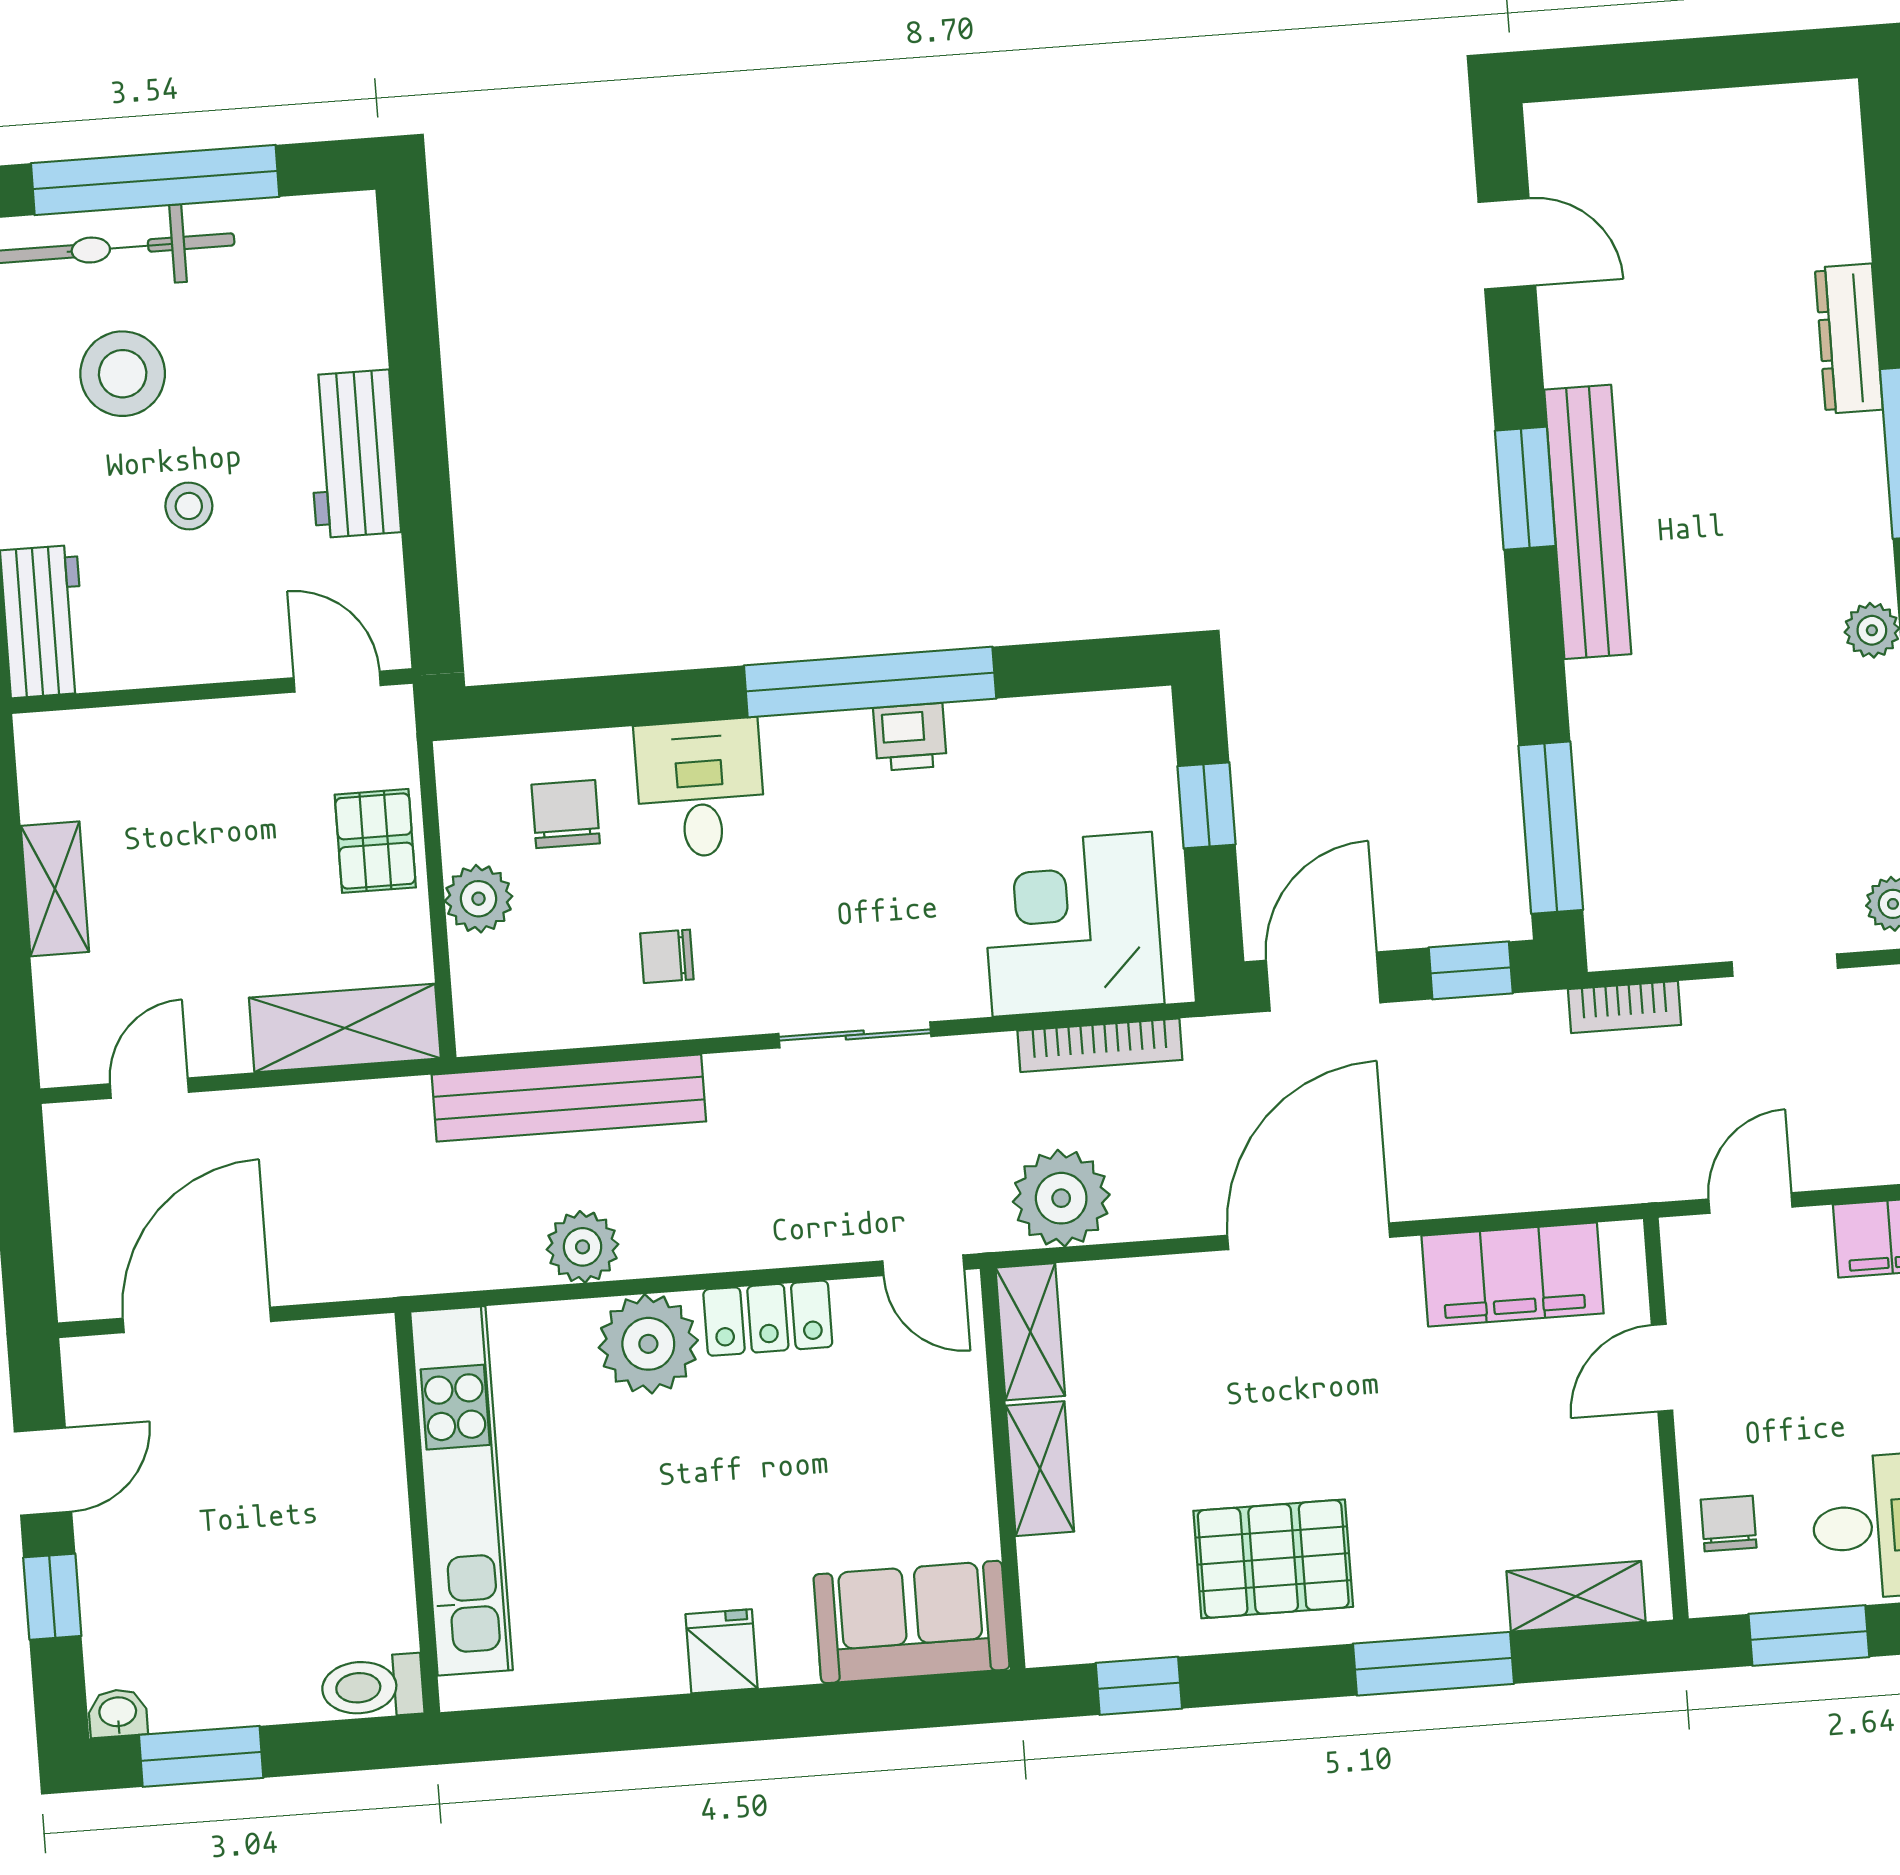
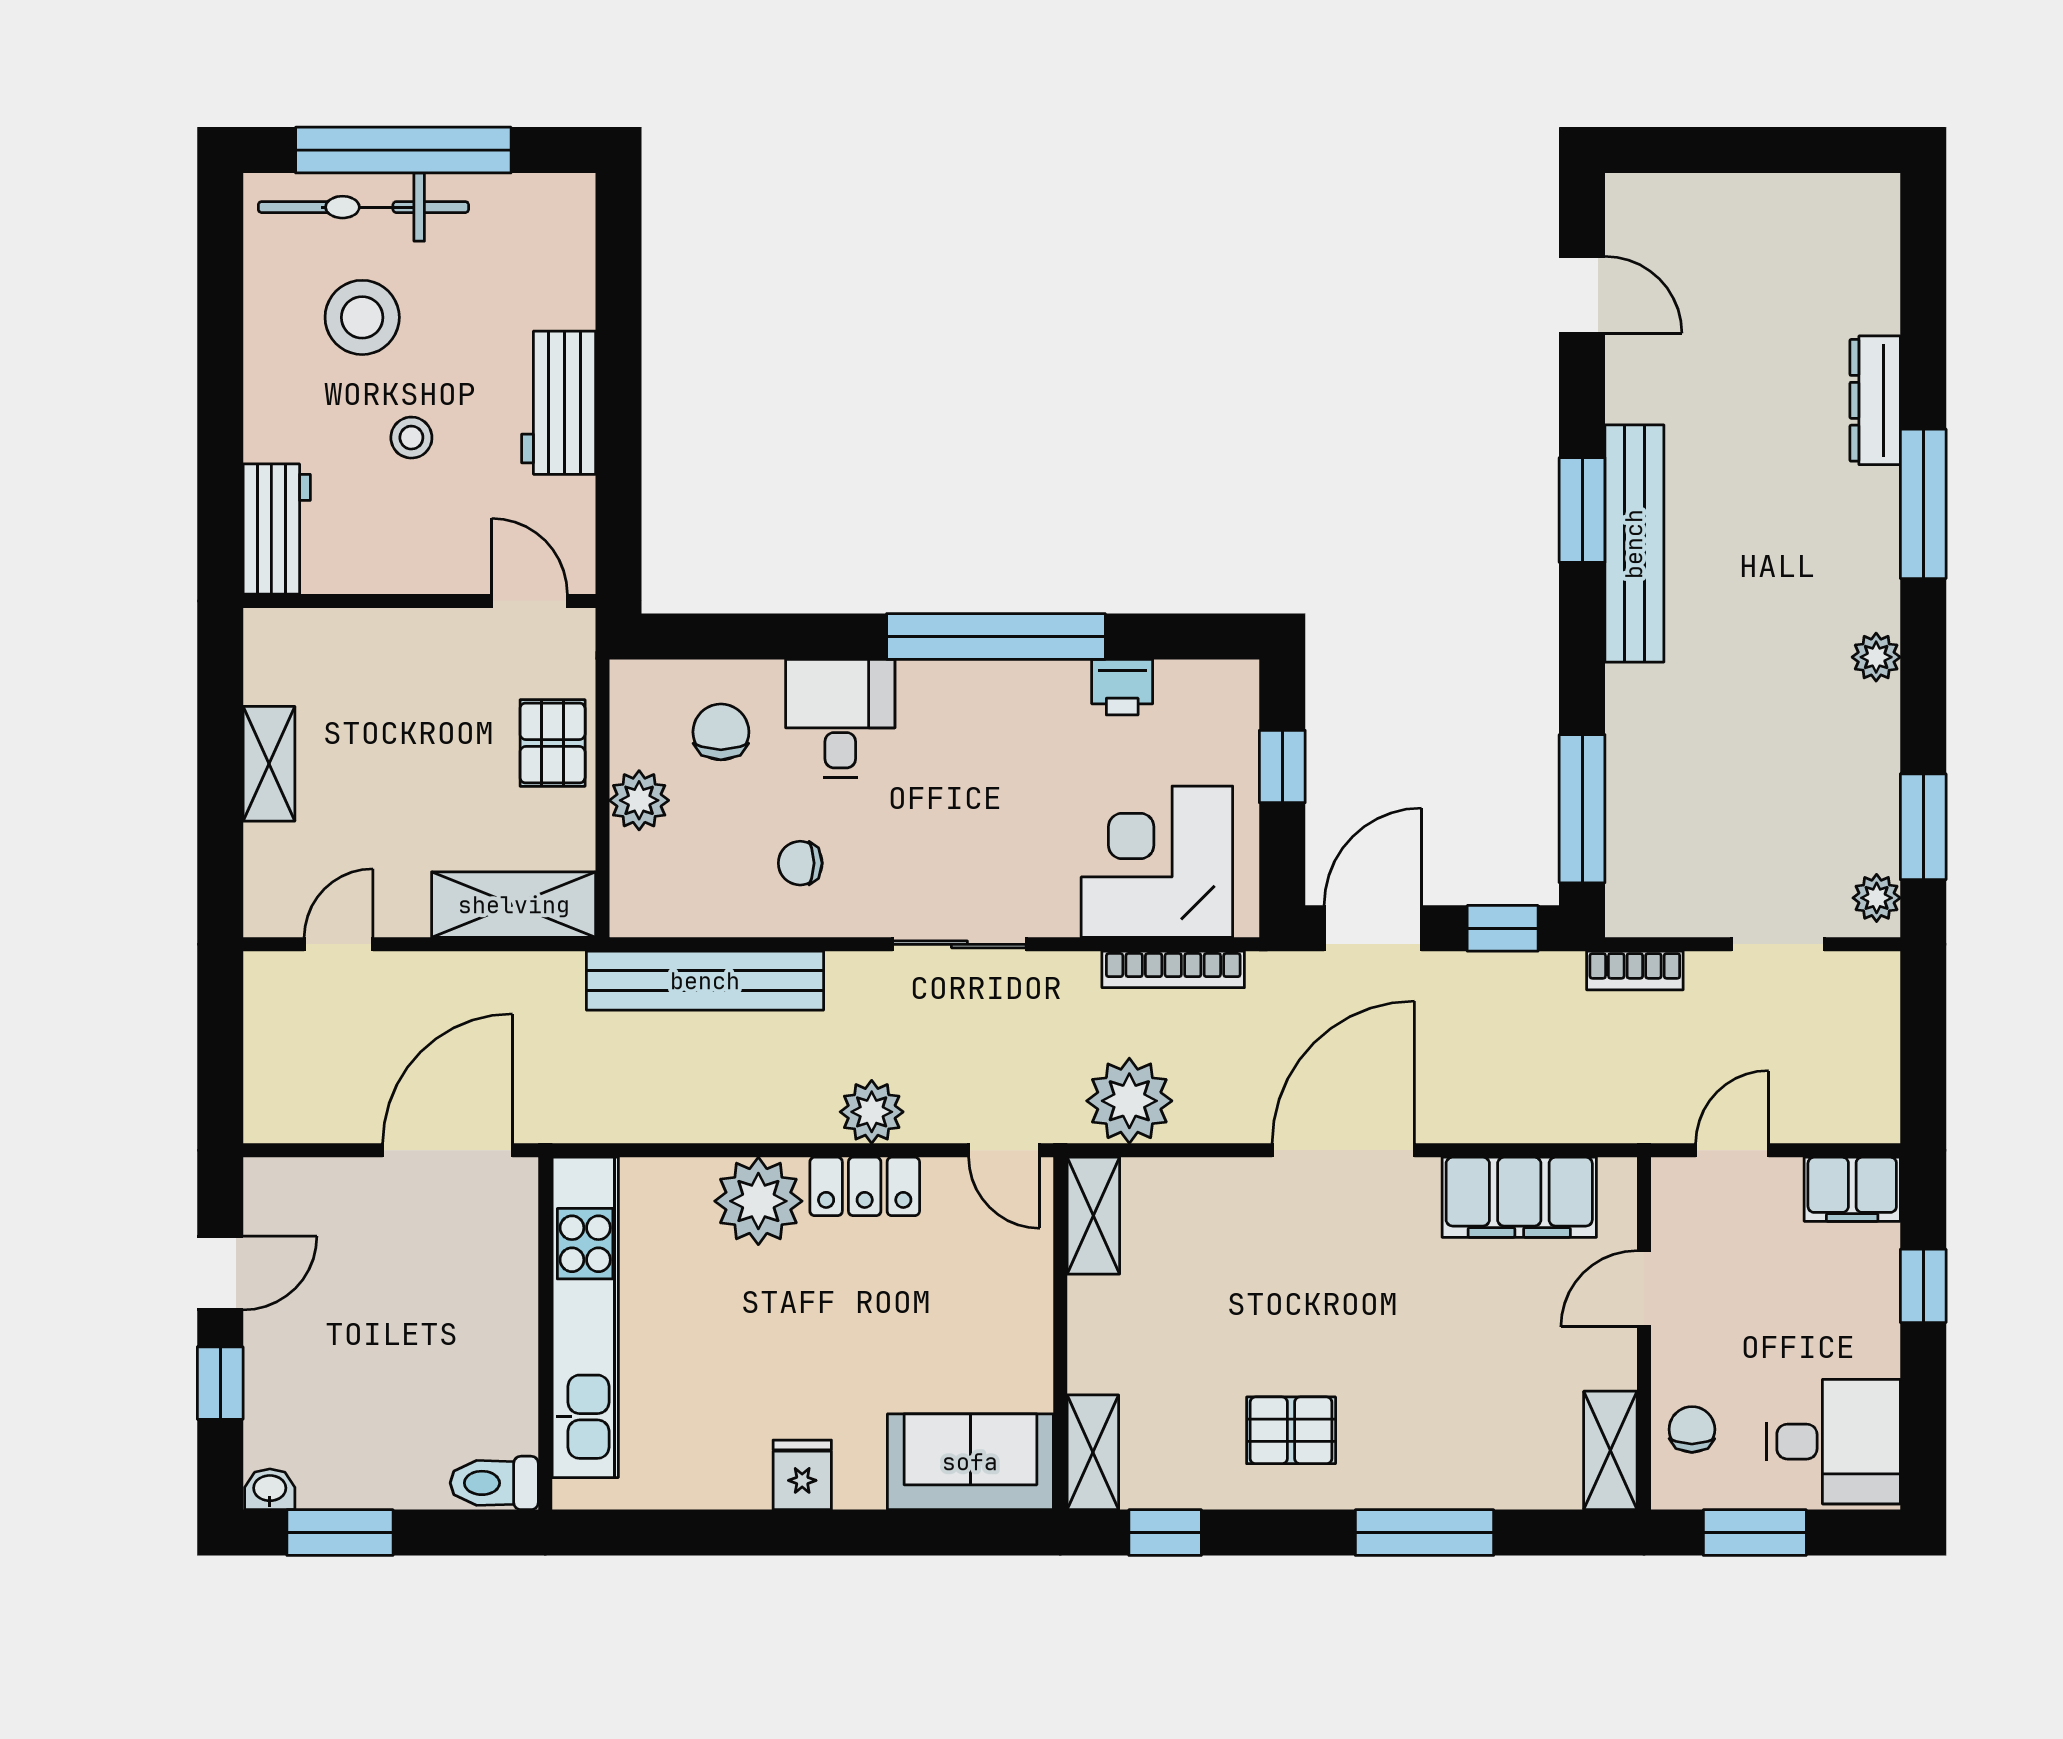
printer: (910, 737) -> (1122, 687), moved
plant: (583, 1247) -> (872, 1112), moved
door: (197, 1320) -> (448, 1150), moved
shelving: (1040, 1469) -> (1093, 1452), moved
pallet: (1273, 1559) -> (1291, 1430), width x0.67, depth x0.71
shelving: (1576, 1596) -> (1610, 1450), moved, turned 90

